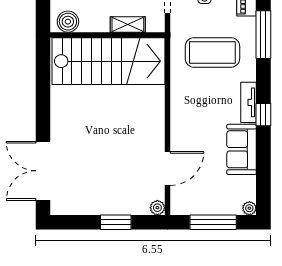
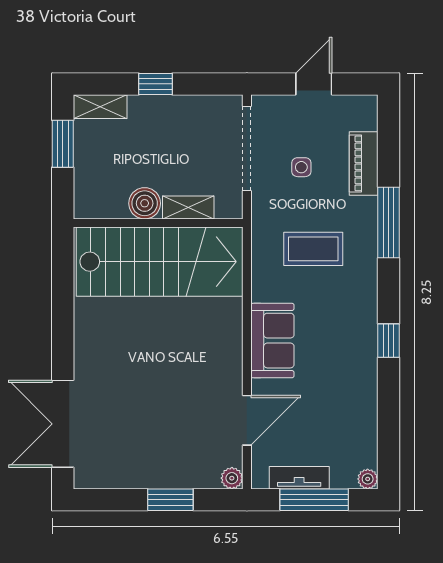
boiler: (68, 22) -> (145, 203), moved
coffee table: (212, 52) -> (313, 249), width x0.73, depth x0.76
tv unit: (249, 102) -> (299, 478), moved, turned 90
sofa: (242, 149) -> (272, 341), moved, turned 180

